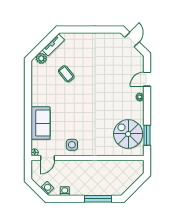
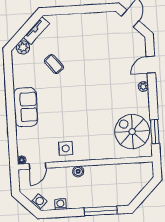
sofa: (41, 123) -> (26, 107), moved
boiler: (81, 165) -> (78, 171), added

